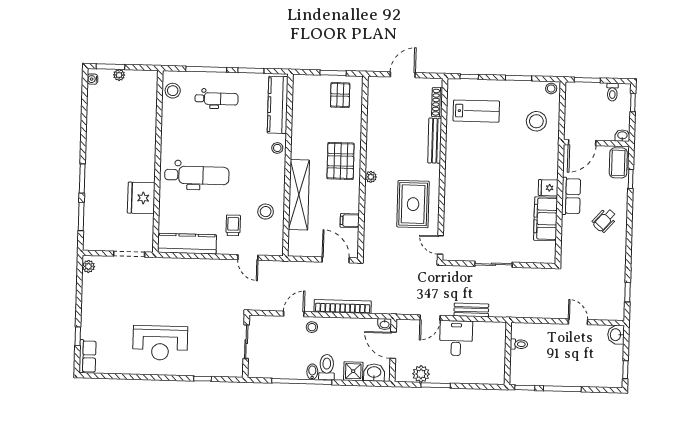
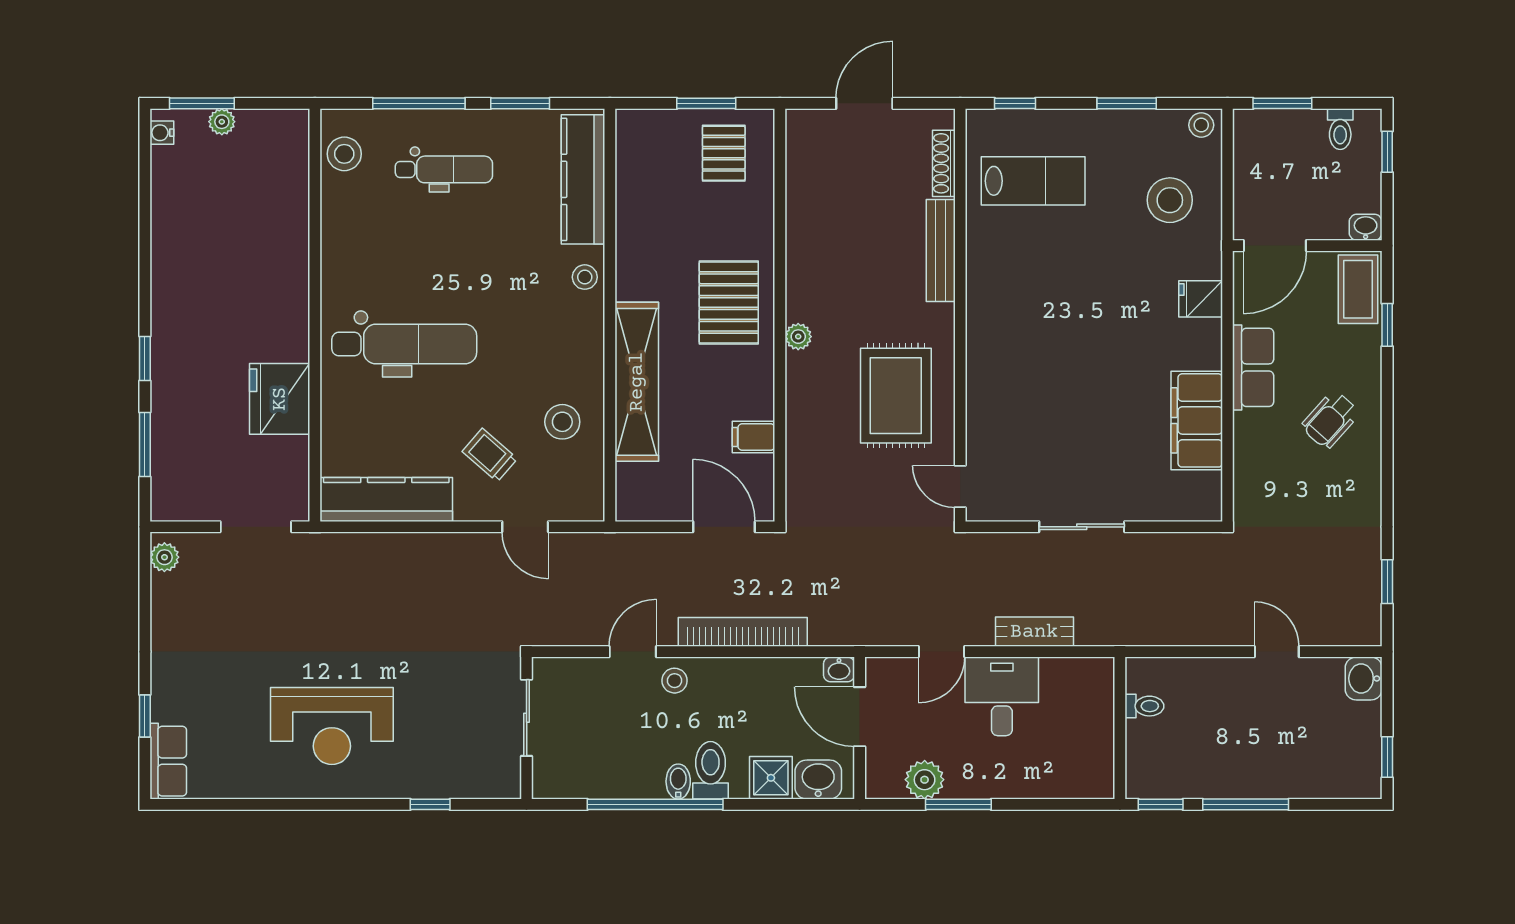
window: (82, 178) -> (145, 358), width x0.67
fridge: (548, 188) -> (1201, 299), moved
trolley: (233, 225) -> (490, 455), turned -49

